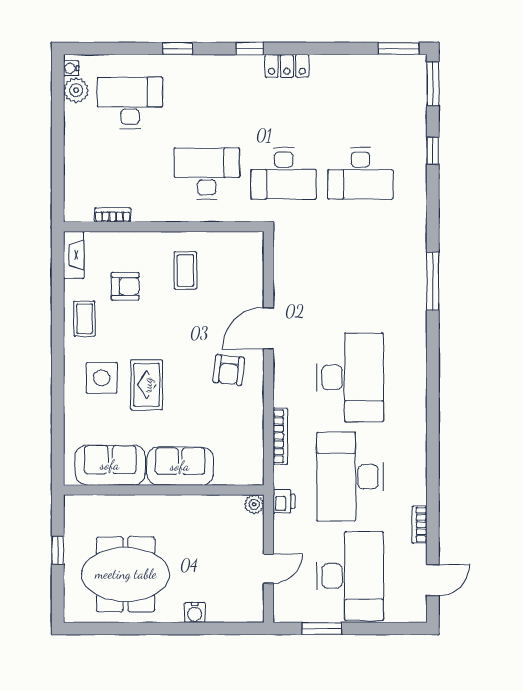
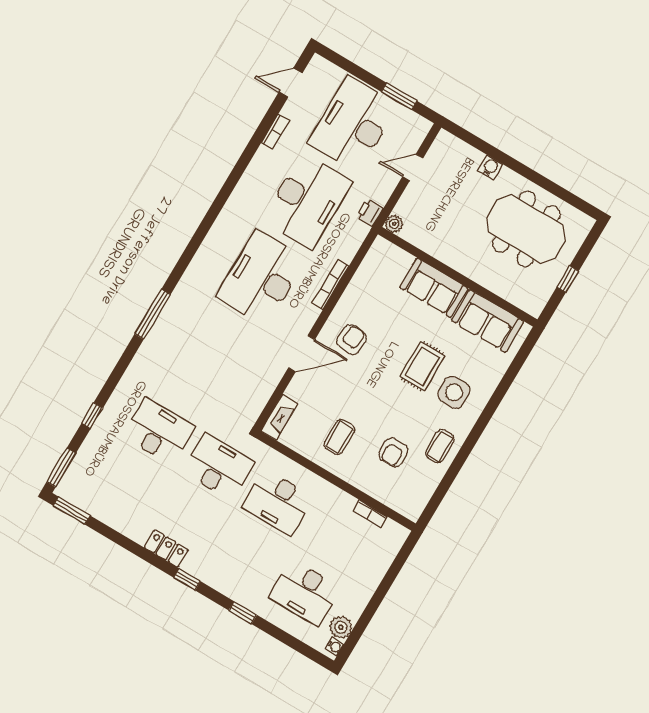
fireplace: (74, 255) -> (279, 417), moved, turned 180
armchair: (125, 286) -> (393, 452), turned -90
bookcase: (280, 436) -> (330, 285), moved

